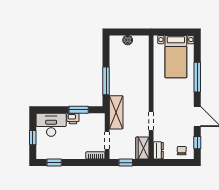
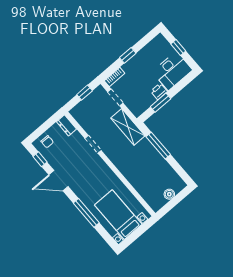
wardrobe: (142, 148) -> (81, 116), removed
window: (54, 163) -> (128, 55), moved

